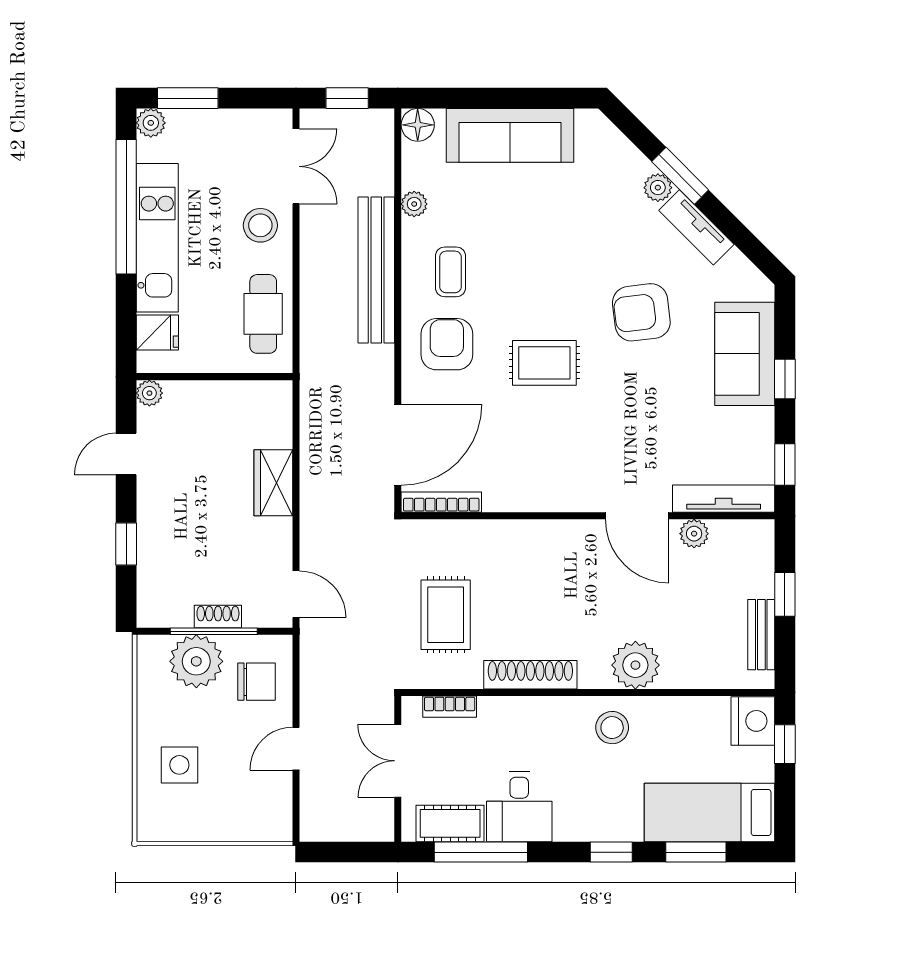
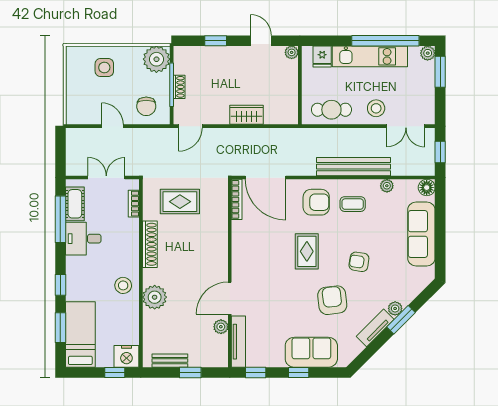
armchair: (565, 259) -> (359, 262), added
plant: (196, 661) -> (156, 59), moved

